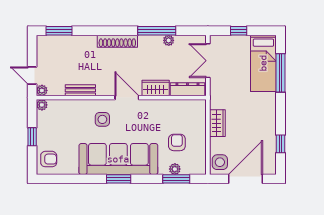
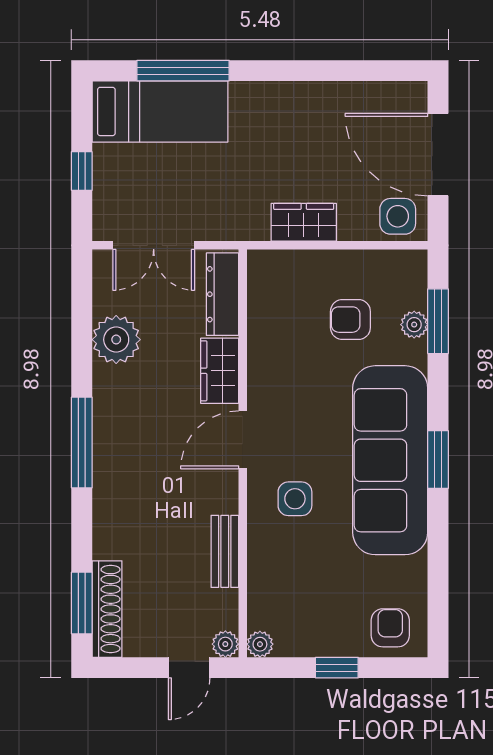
window: (157, 31) -> (82, 443), moved
plant: (169, 40) -> (116, 340), width x1.87, depth x1.87
shoe rack: (117, 41) -> (107, 609), moved
window: (280, 144) -> (354, 71), removed

